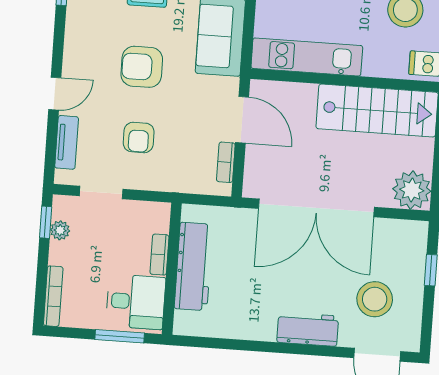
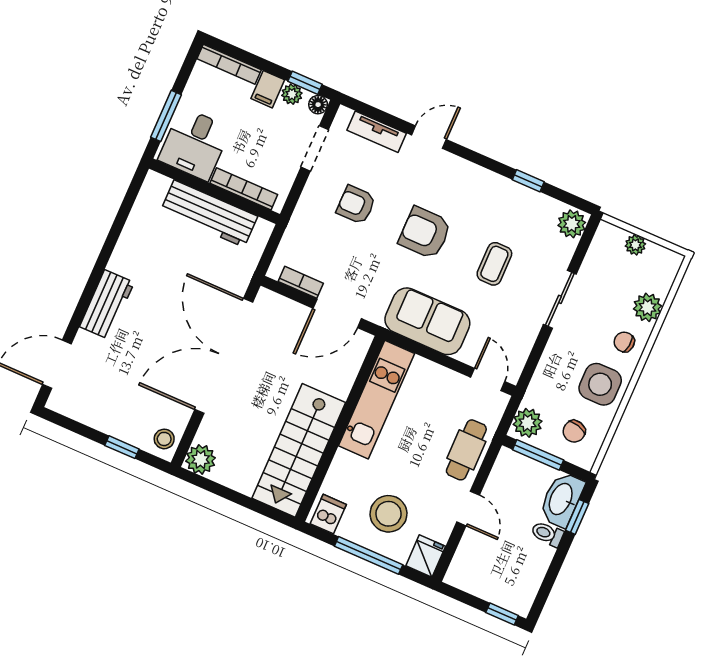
armchair: (142, 67) -> (425, 233), turned -90
door: (55, 94) -> (429, 137), swing flipped
plant: (412, 190) -> (201, 459), width x0.73, depth x0.73
floor lamp: (61, 204) -> (318, 105), added
filing cabinet: (63, 254) -> (268, 89), added
bookcase: (159, 255) -> (244, 189), width x1.56
stool: (375, 299) -> (164, 439), moved, width x0.53, depth x0.53

